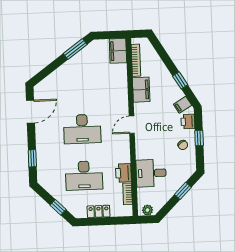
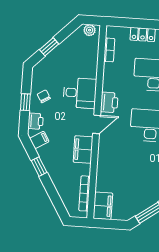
filing cabinet: (141, 90) -> (83, 150), moved
printer: (123, 173) -> (109, 102), moved
desk: (151, 173) -> (80, 93), moved

